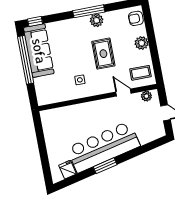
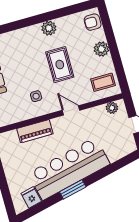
window: (89, 11) -> (39, 19), removed
door: (123, 93) -> (71, 110), moved
piano: (76, 111) -> (35, 131), added

